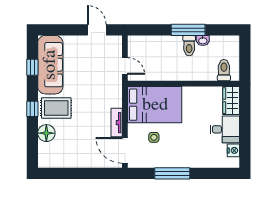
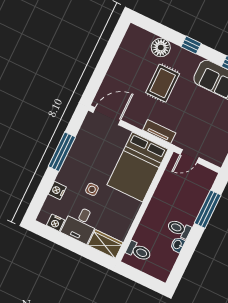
window: (188, 30) -> (208, 209), moved
rug: (56, 108) -> (163, 83), moved
tv unit: (117, 123) -> (159, 131), moved
side table: (154, 137) -> (92, 189), moved
nightstand: (206, 162) -> (57, 191), added

